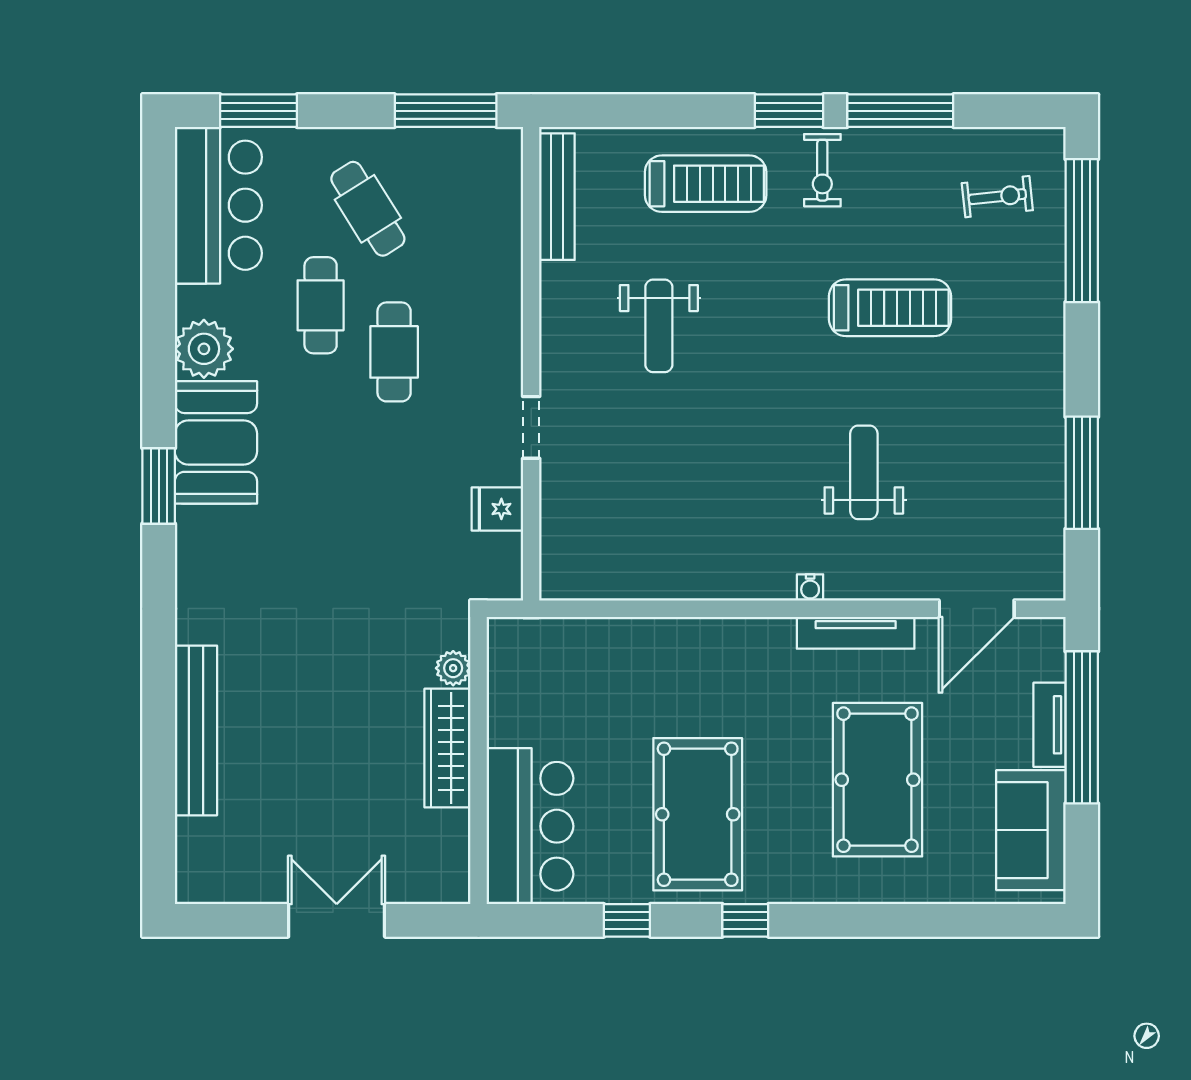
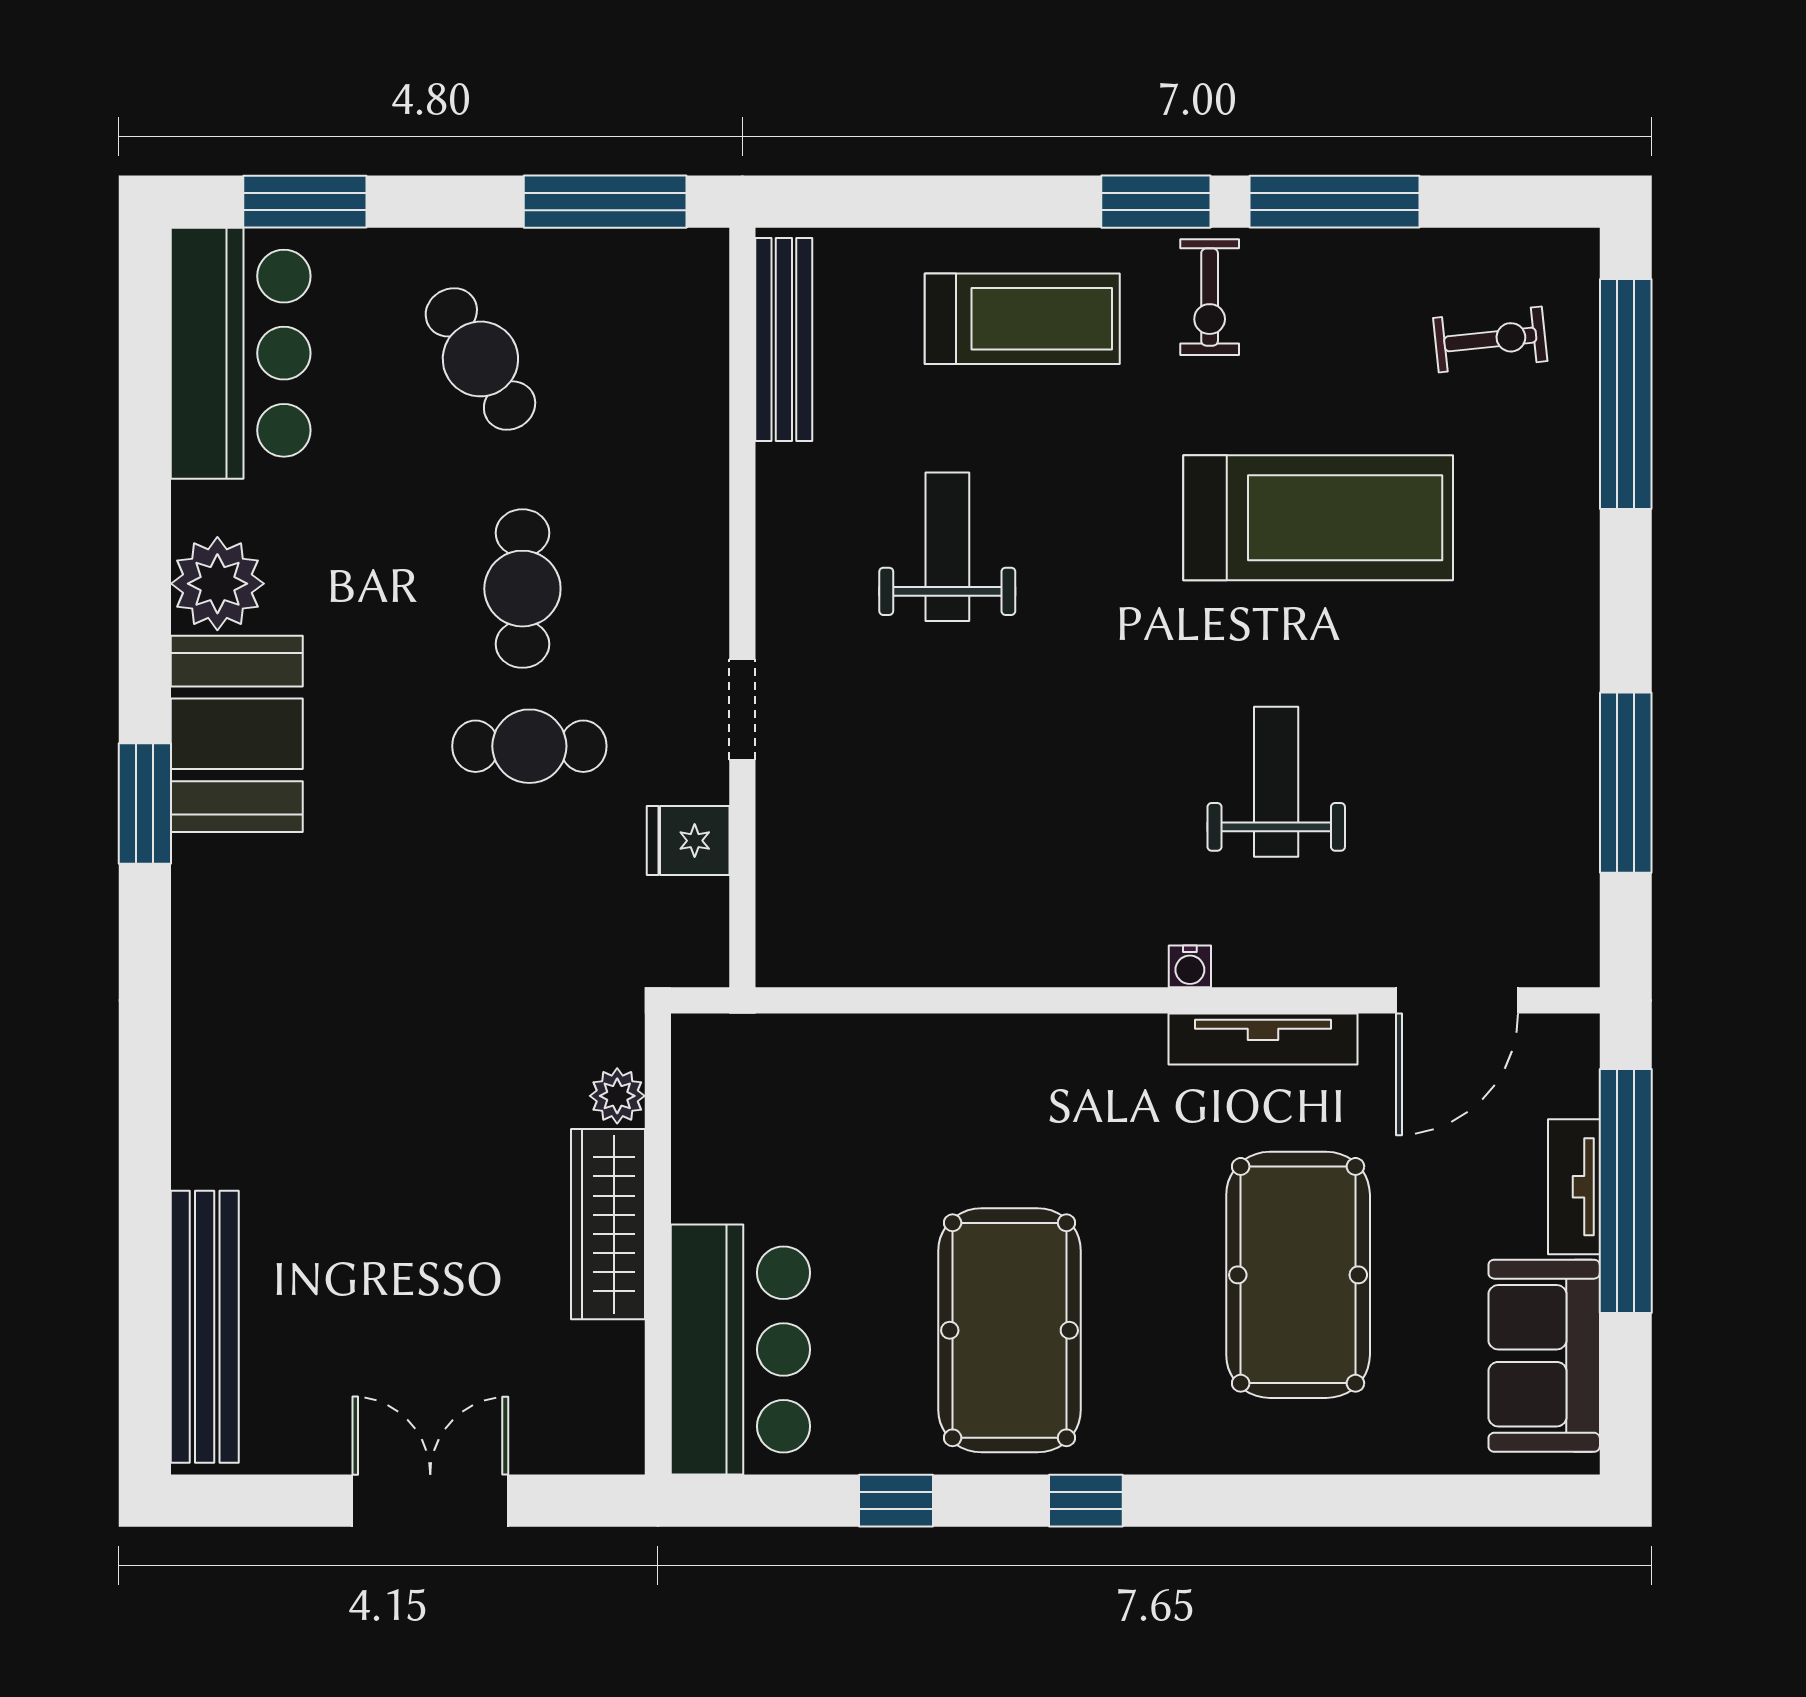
cafe table: (321, 305) -> (529, 746), moved, turned 90
treadmill: (890, 308) -> (1318, 518), width x1.37, depth x1.38
weight bench: (659, 326) -> (947, 547), turned 180
bench: (196, 730) -> (205, 1327), moved

